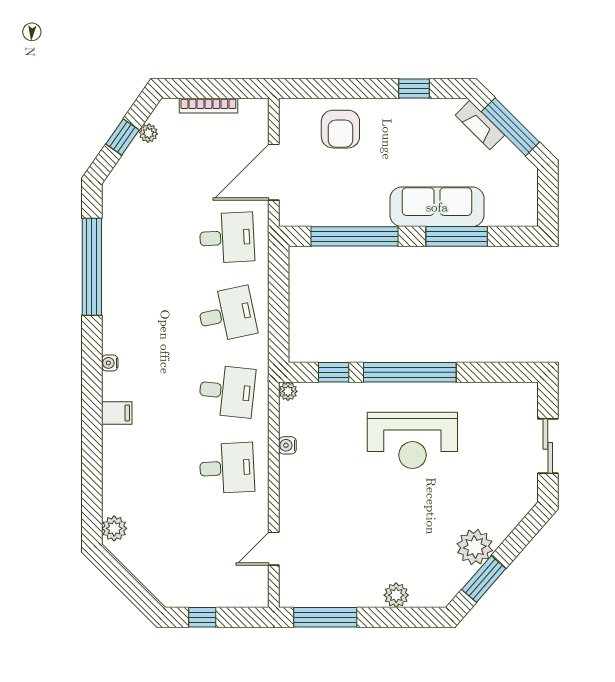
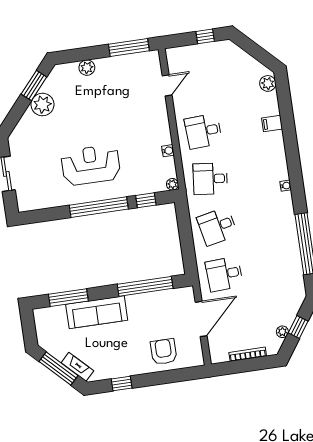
window: (457, 236) -> (68, 298), moved
filing cabinet: (117, 413) -> (272, 123), moved

